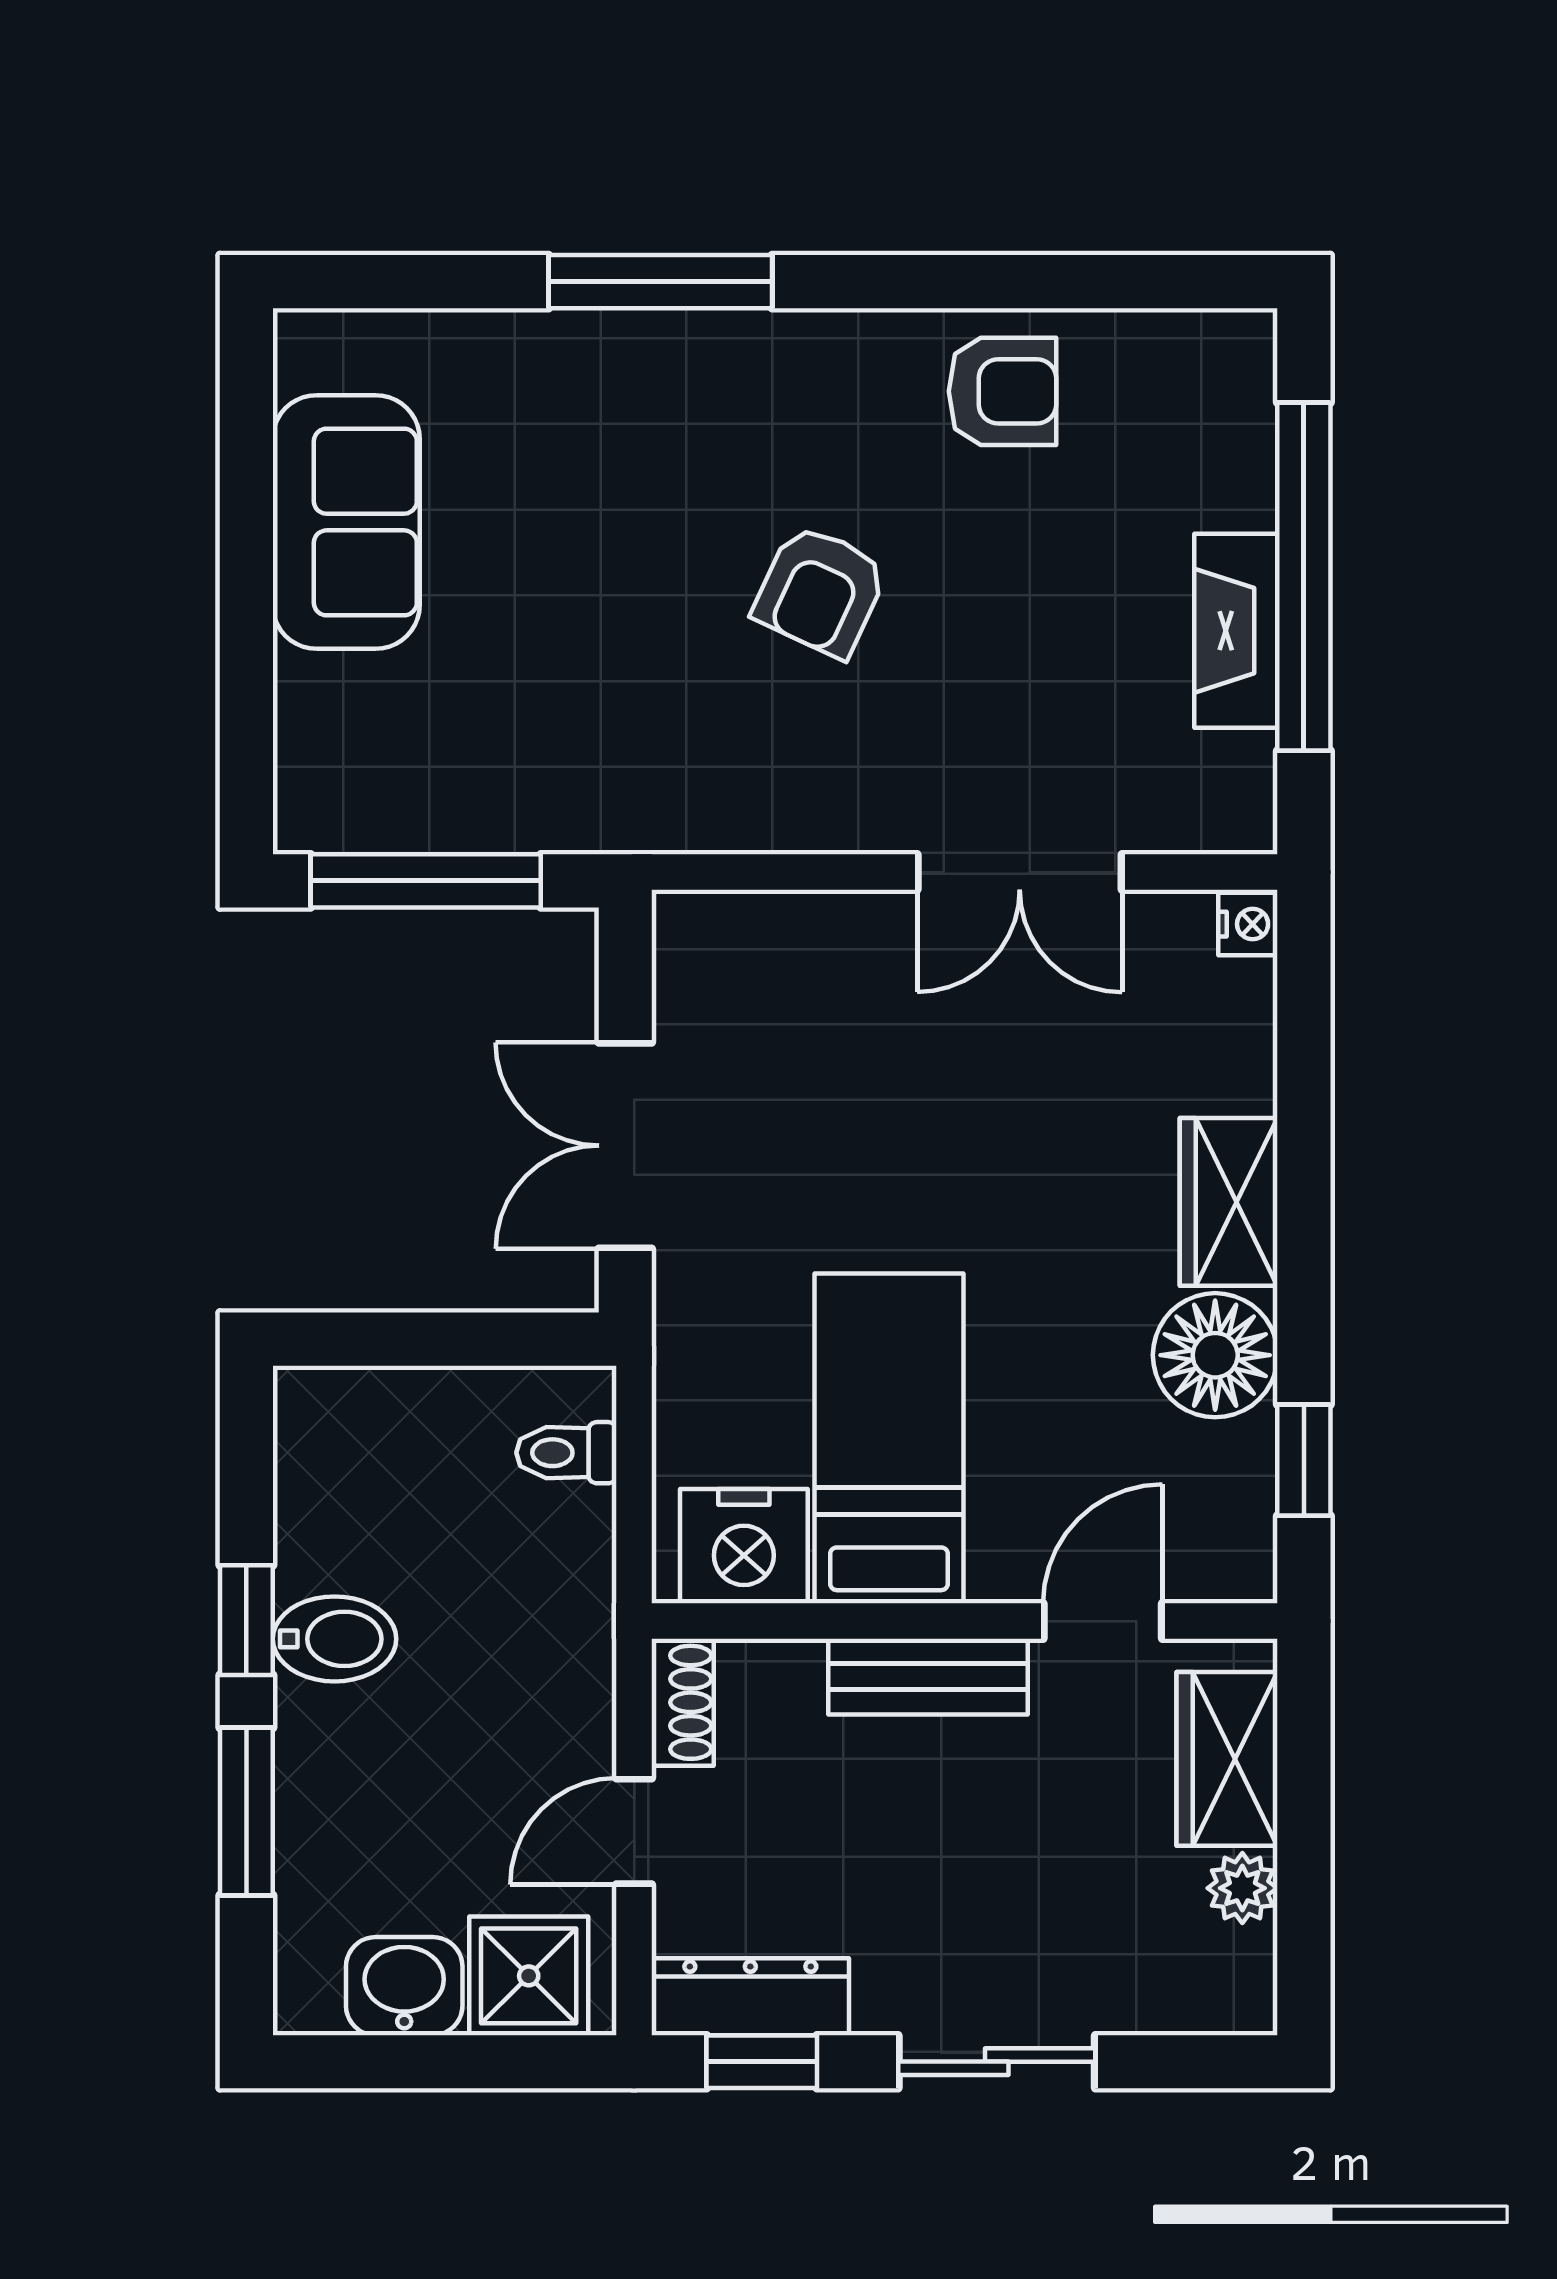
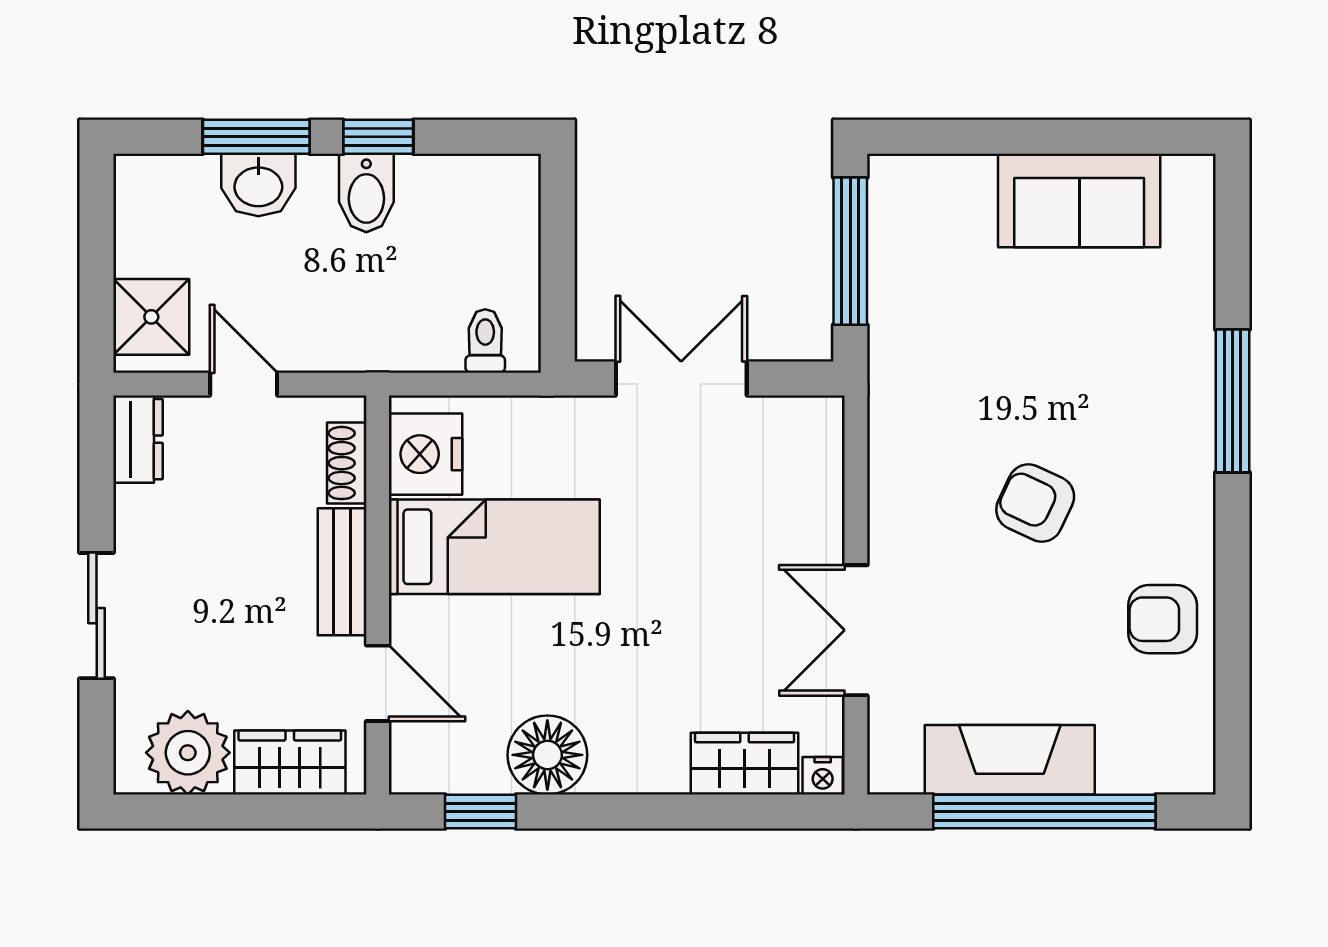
armchair: (1002, 391) -> (1163, 619), turned 90
fireplace: (1236, 631) -> (1010, 760), width x1.37, depth x1.32
wardrobe: (1229, 1202) -> (745, 764), moved
shoe rack: (683, 1702) -> (347, 463), moved, turned 90
plant: (1242, 1888) -> (188, 753), width x1.88, depth x1.88
washbasin: (404, 1986) -> (258, 185), moved, turned 90
dresser: (750, 1997) -> (138, 439), width x0.70
window: (762, 2062) -> (97, 466), removed

